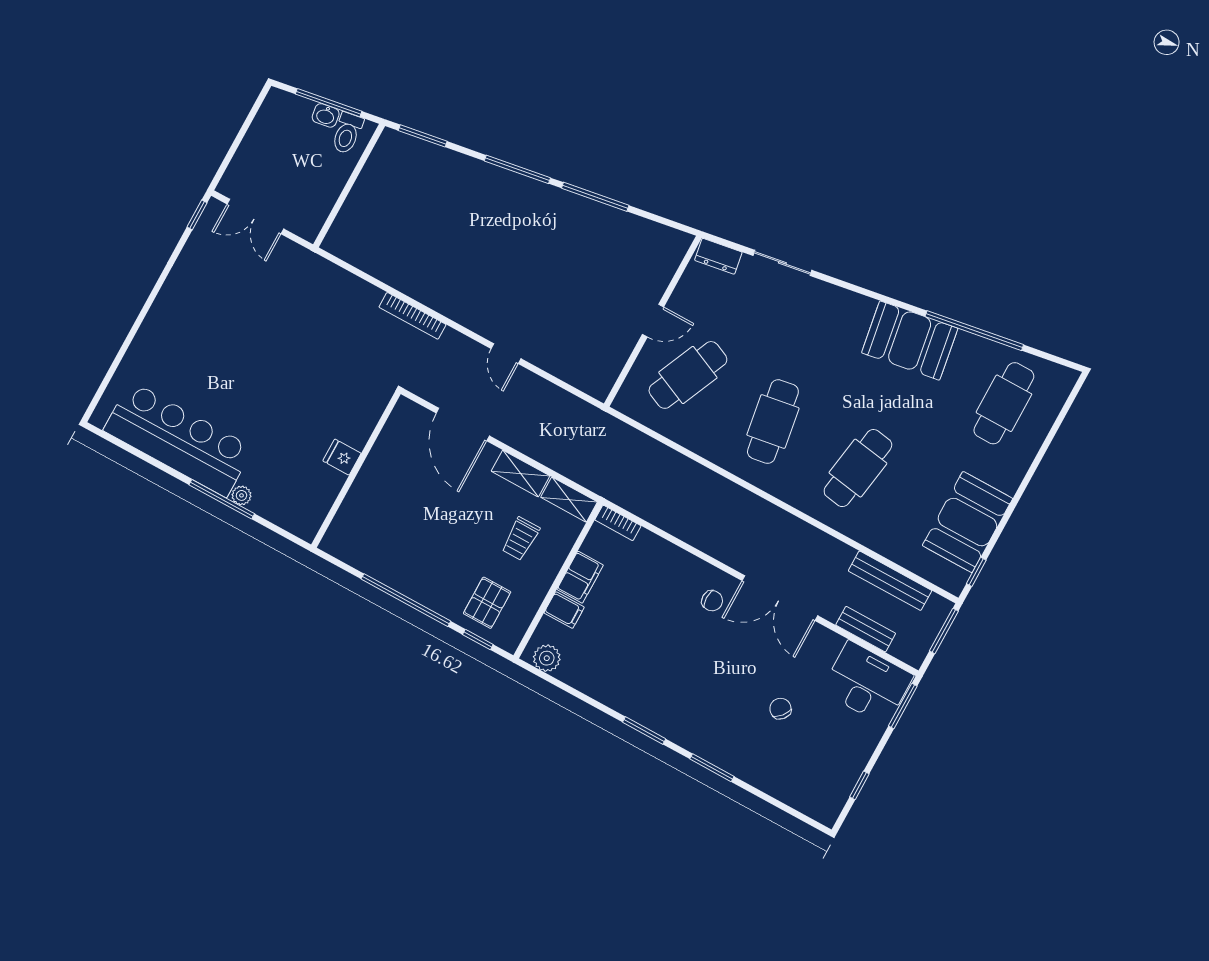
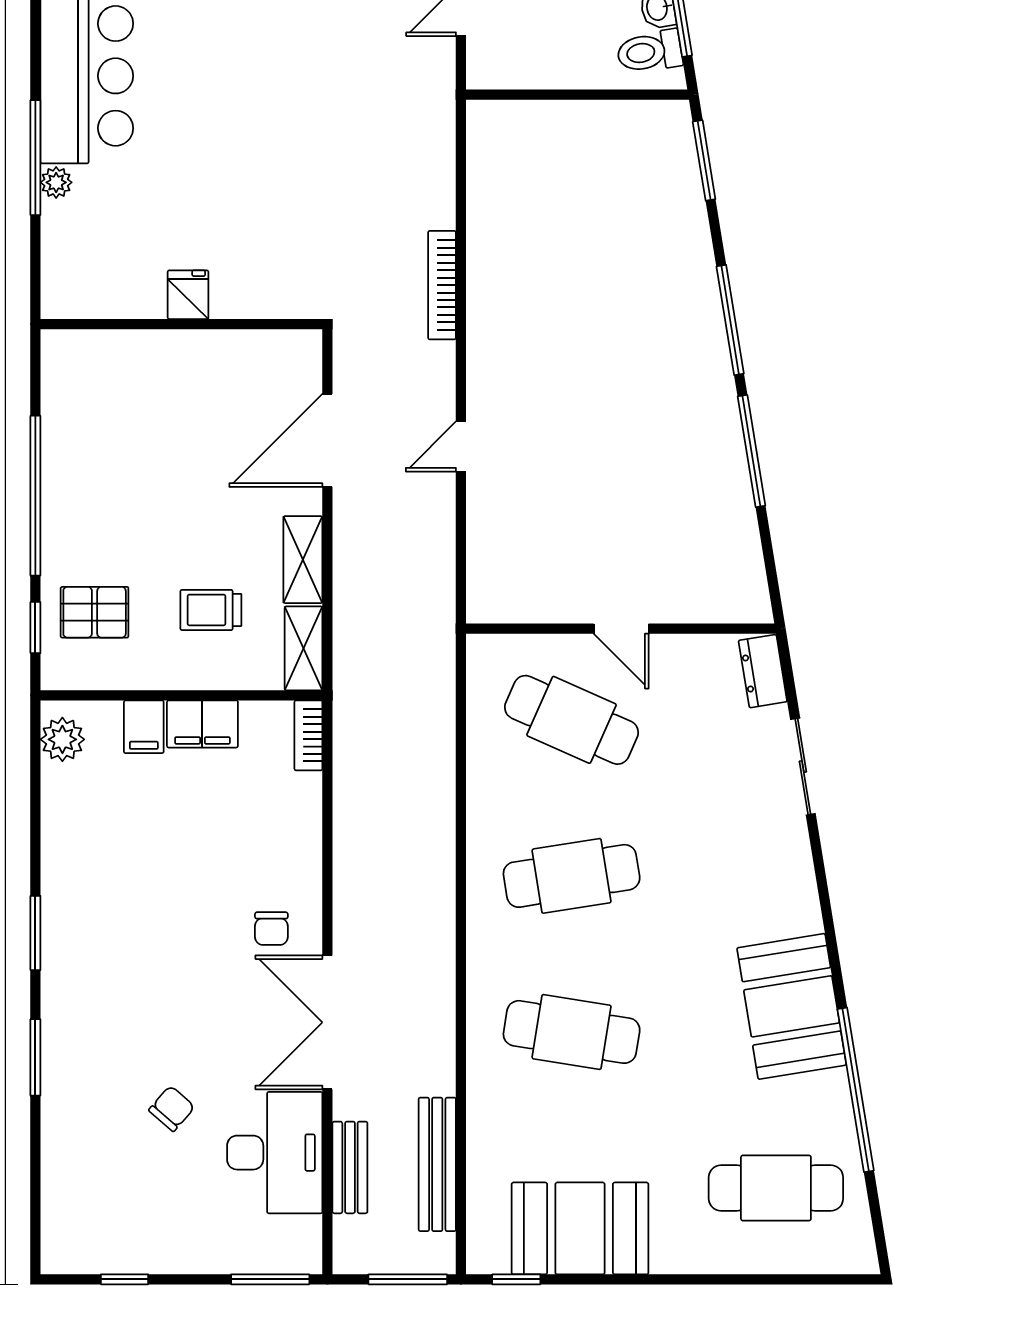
desk: (867, 683) -> (275, 1153), moved

